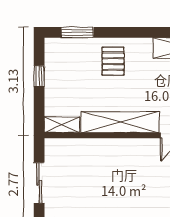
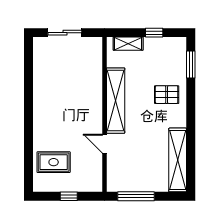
shelving: (62, 125) -> (128, 44), moved, turned 90

